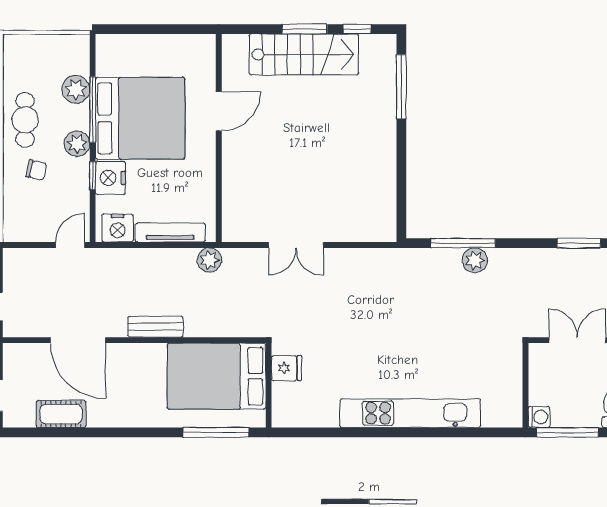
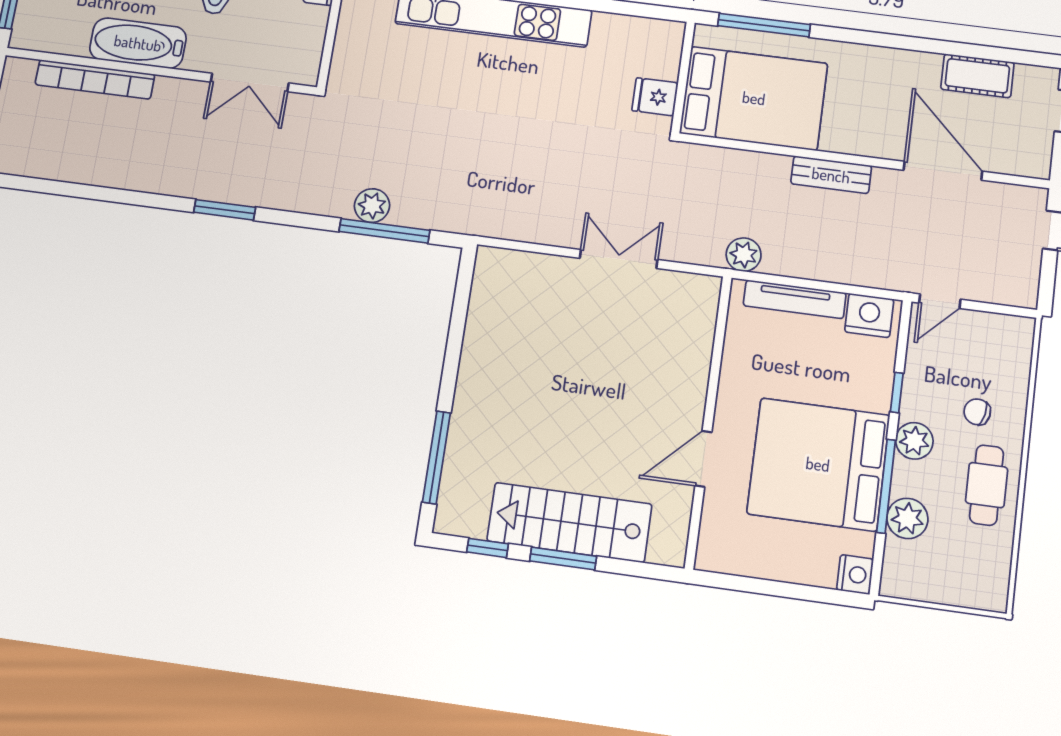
nightstand: (110, 178) -> (855, 575), moved, width x0.74, depth x0.75

